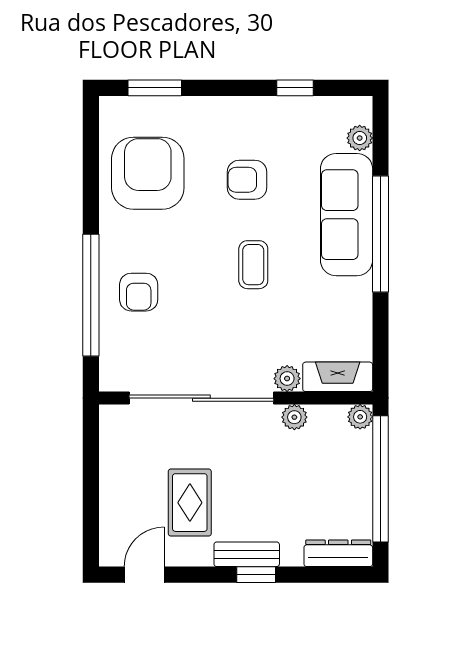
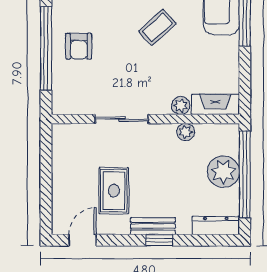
coffee table: (253, 265) -> (157, 27), turned 48
sliding door: (201, 398) -> (122, 119), width x0.54
plant: (360, 417) -> (223, 172), moved, width x1.88, depth x1.88

